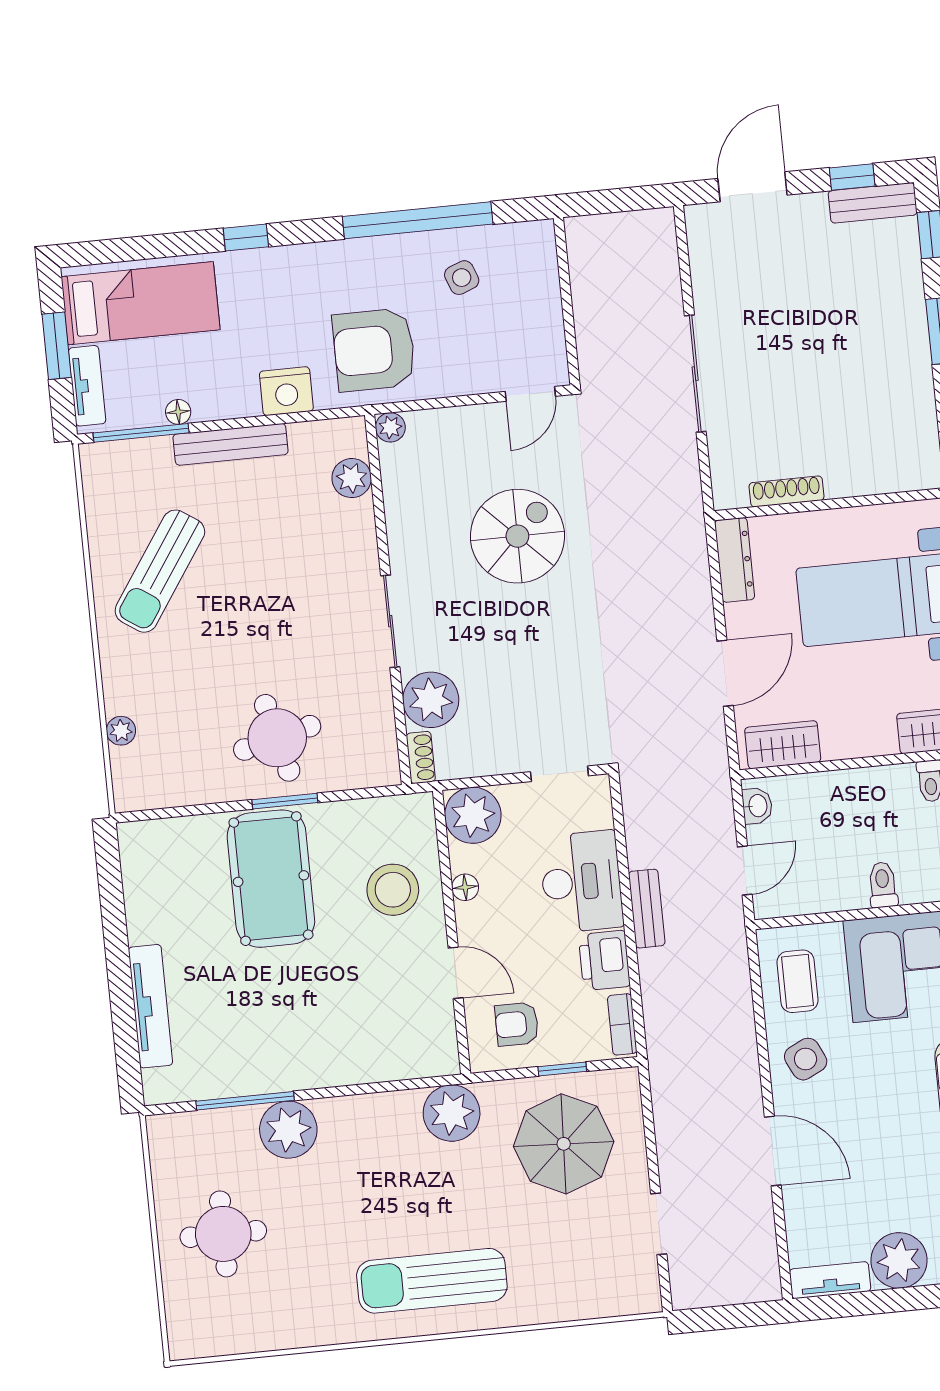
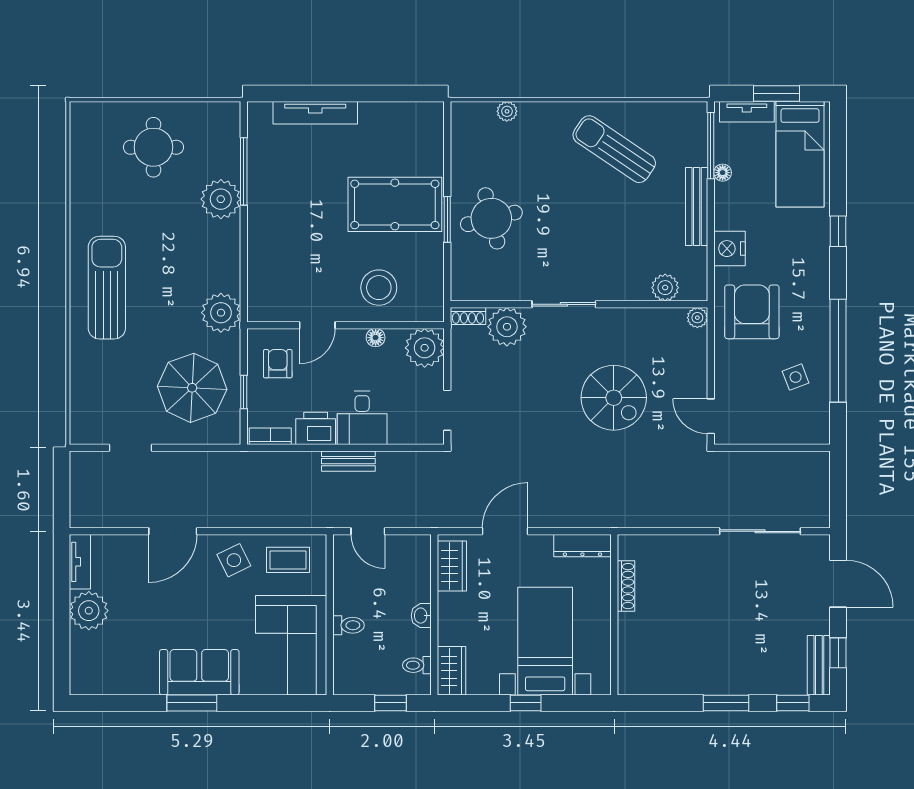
sliding door: (695, 374) -> (760, 531), moved
door: (725, 673) -> (505, 531), swing flipped
washbasin: (757, 806) -> (421, 616), moved, turned 90
desk: (581, 882) -> (362, 418), width x0.73

